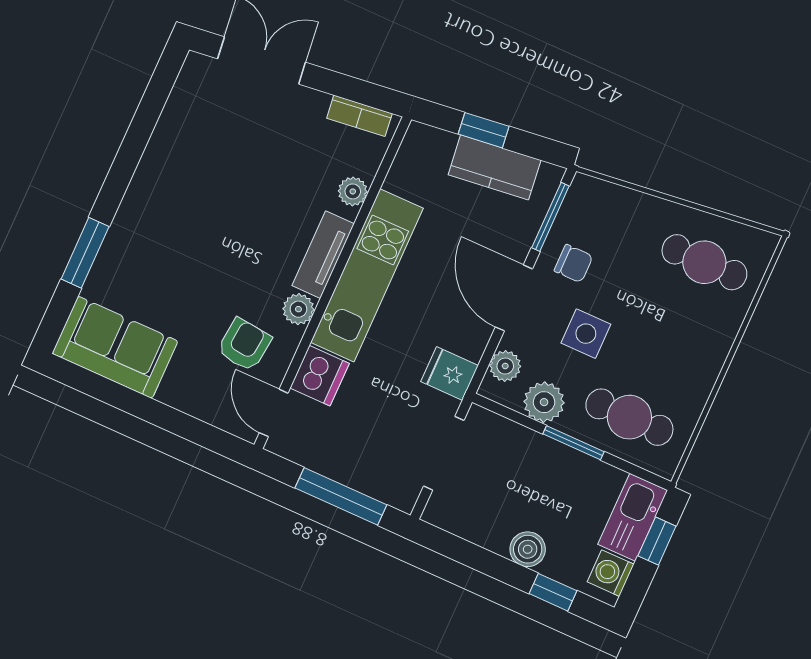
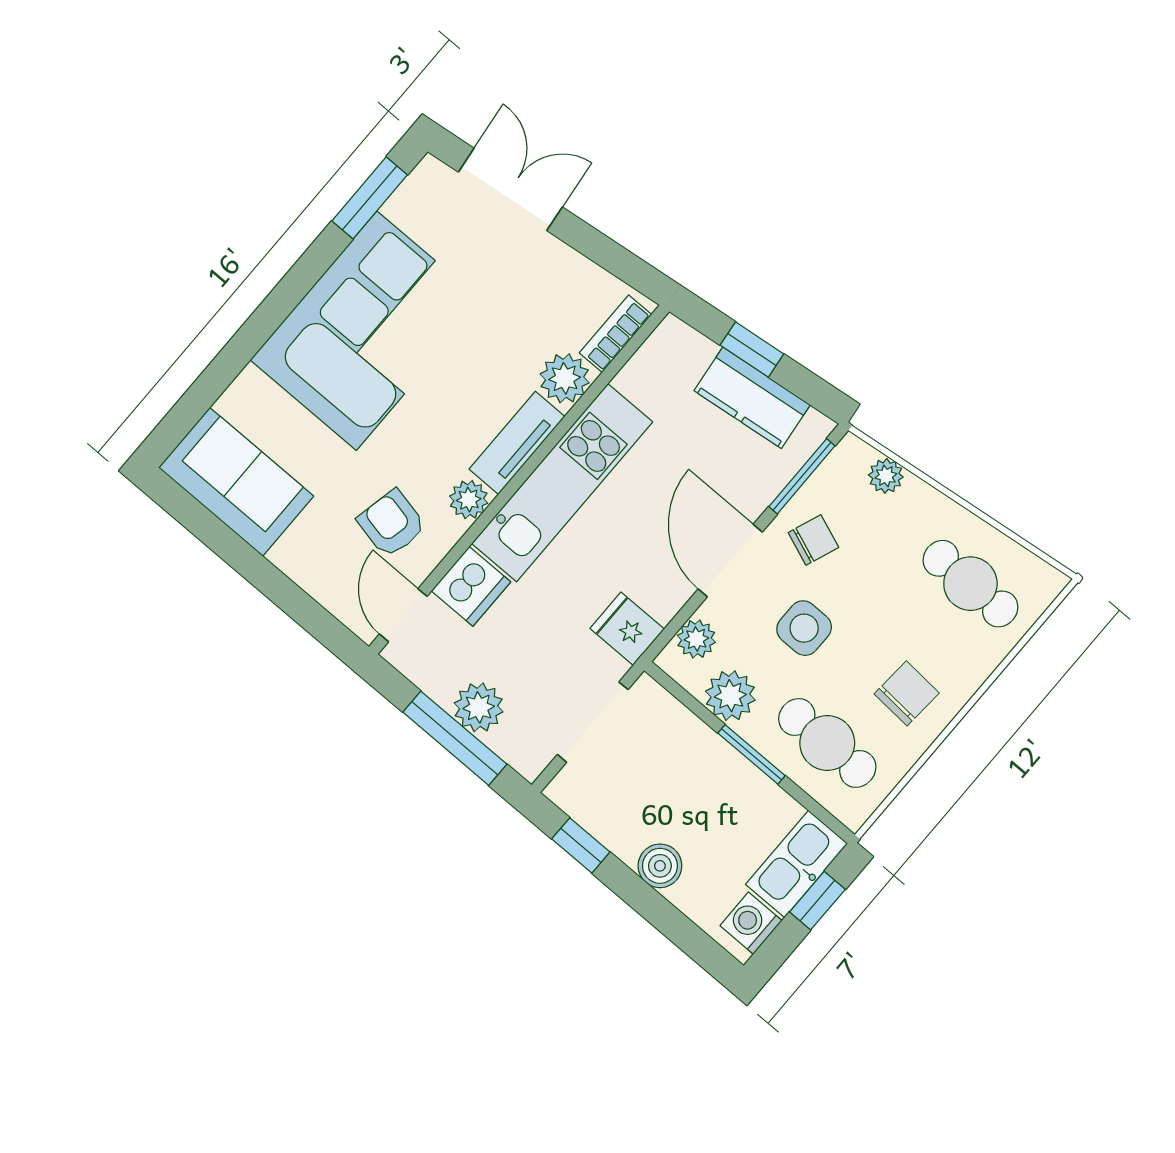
bookcase: (359, 116) -> (616, 334), moved, turned 97
plant: (353, 191) -> (565, 378), width x1.38, depth x1.38
plant: (615, 198) -> (886, 476), added
corner sofa: (182, 202) -> (367, 331), added
window: (85, 253) -> (370, 198), moved
chair: (573, 264) -> (813, 540), turned -69
armchair: (244, 345) -> (392, 523), turned -84
chair: (680, 361) -> (907, 693), added
plant: (352, 467) -> (479, 707), added
window: (553, 592) -> (581, 845), moved

